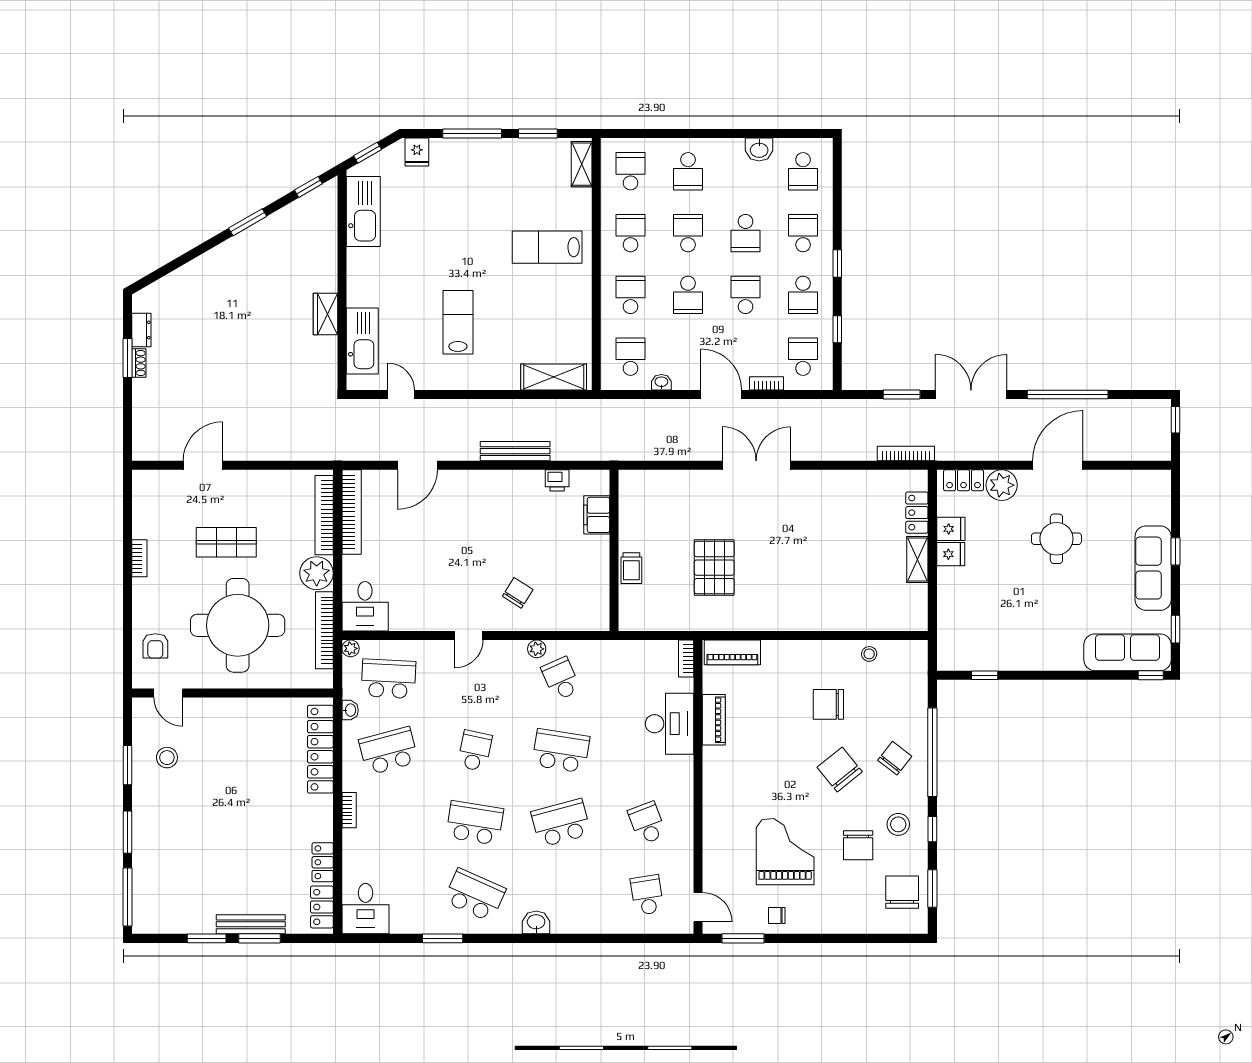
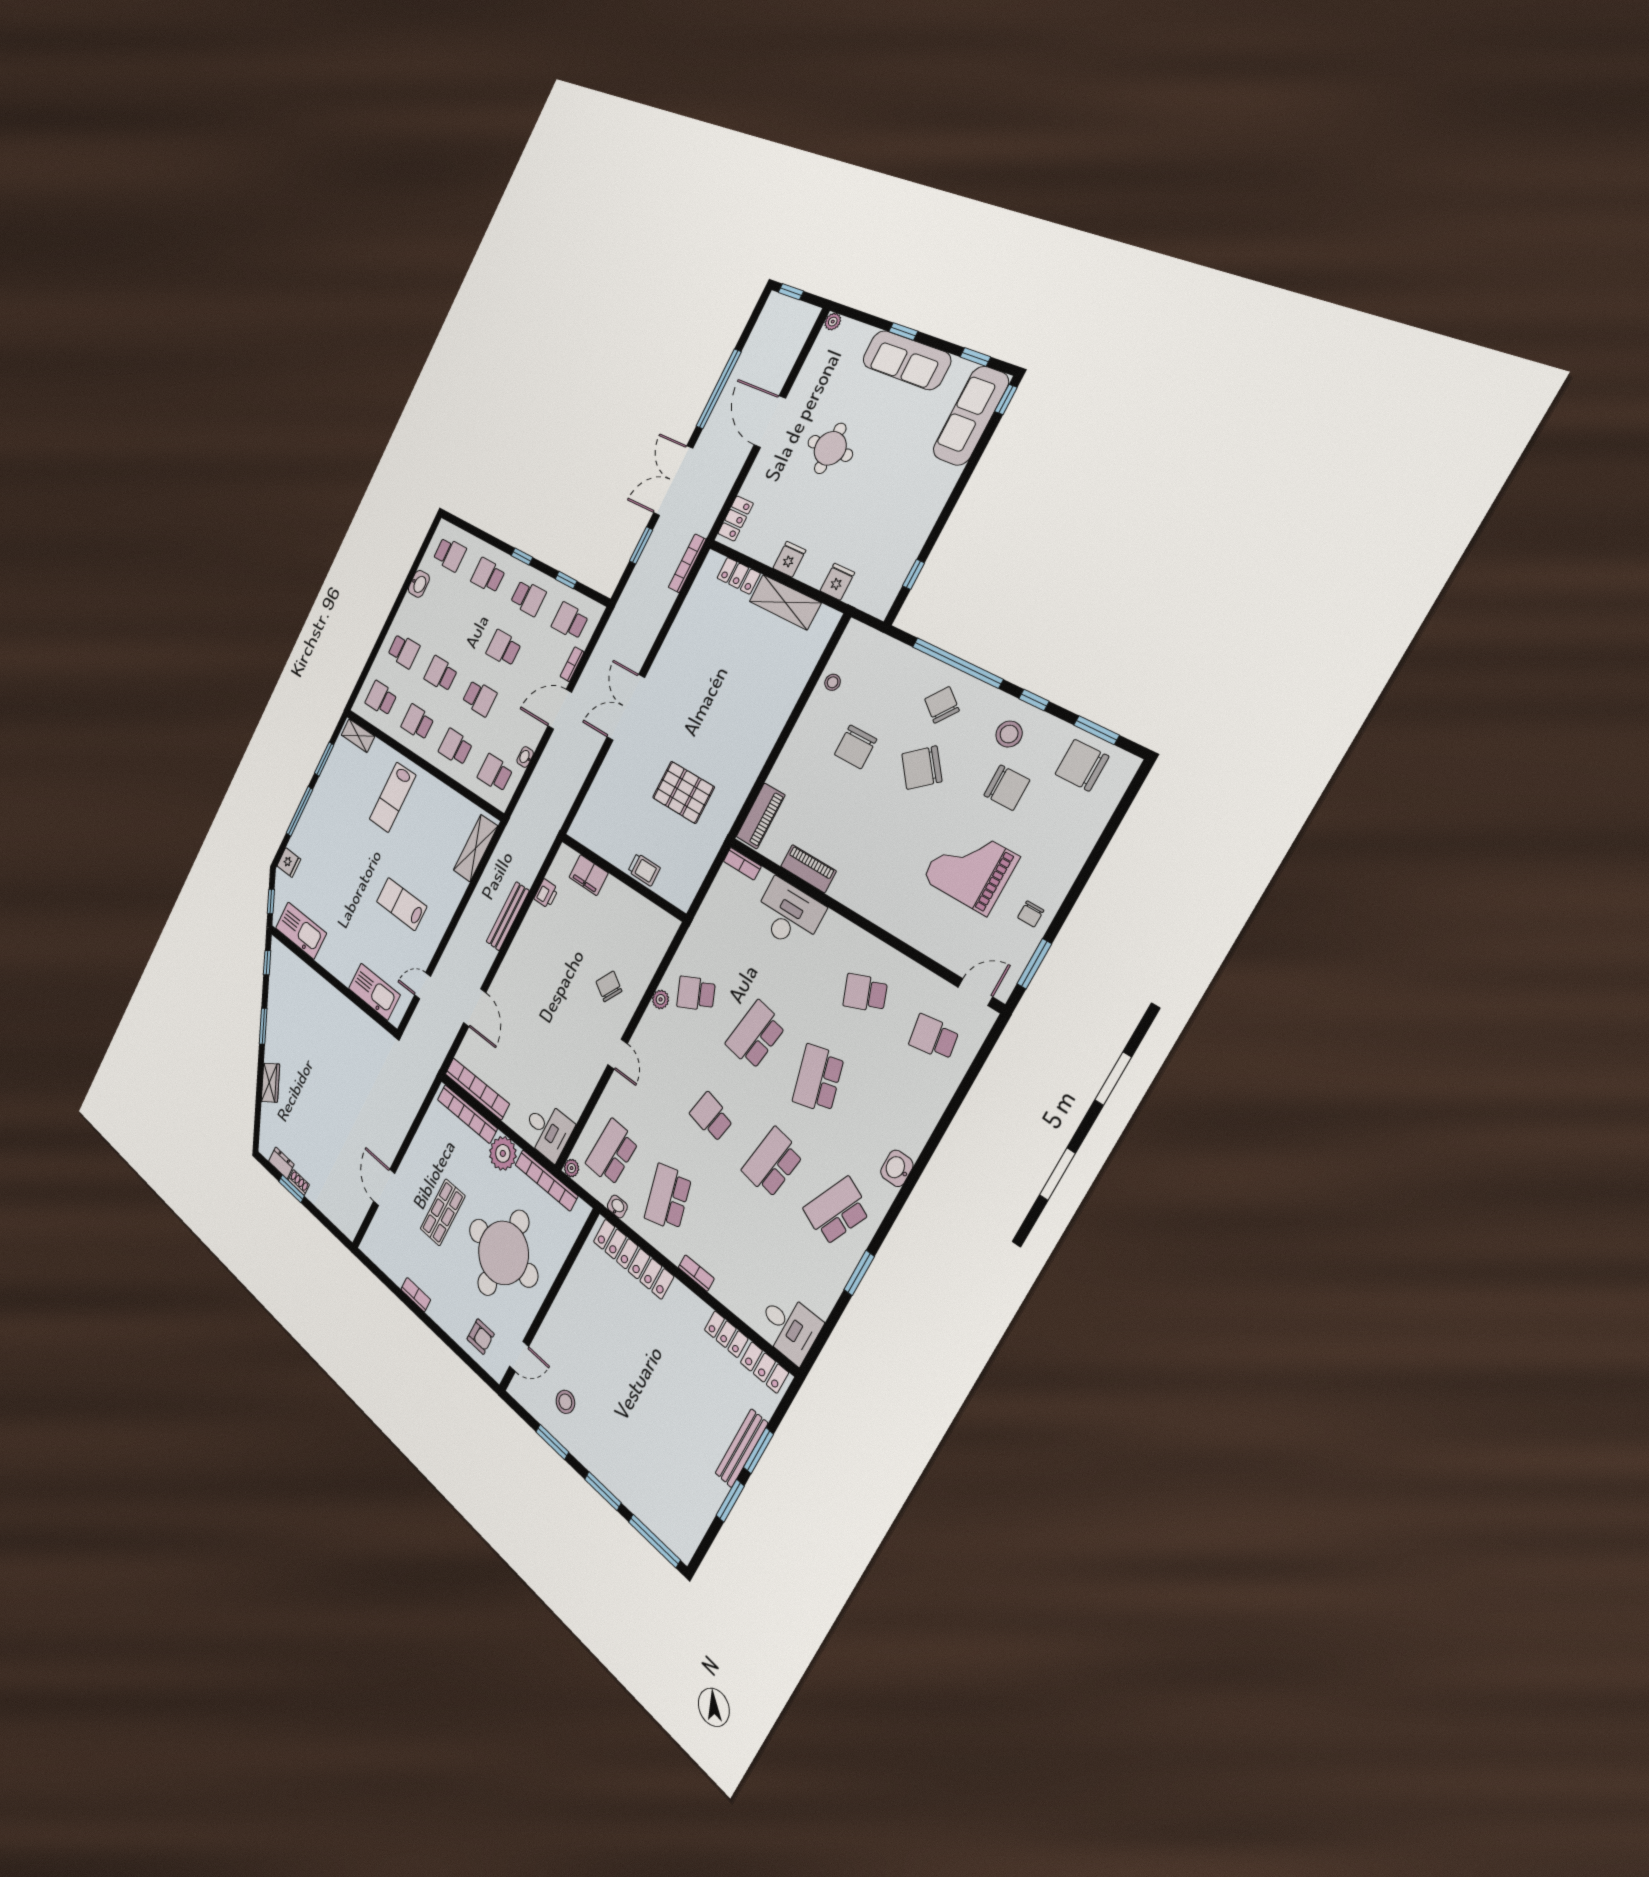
school desk: (746, 233) -> (464, 625), removed
wardrobe: (326, 314) -> (270, 1083), moved, turned -120
plant: (1002, 485) -> (833, 322), moved, width x0.53, depth x0.53
fridge: (951, 529) -> (837, 582), moved
shelving: (917, 559) -> (785, 602), width x1.50, depth x1.33

